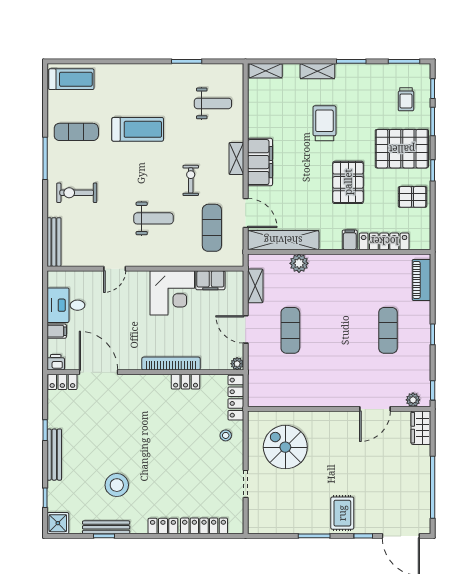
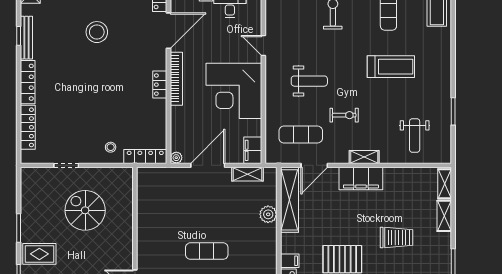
shelving: (317, 71) -> (444, 216), moved
treadmill: (138, 129) -> (391, 67), turned -90
weight bench: (153, 218) -> (309, 81), turned -90
filing cabinet: (210, 280) -> (253, 150), moved
corner desk: (172, 293) -> (234, 91), width x1.36, depth x1.36
door: (246, 329) -> (208, 165), width x1.36
exercise mat: (290, 330) -> (207, 251), moved
bookcase: (171, 364) -> (176, 79), moved
locker: (186, 382) -> (160, 85), moved
spiral stairs: (285, 447) -> (85, 210), moved, turned -90
stool: (117, 485) -> (97, 32), moved
locker: (163, 526) -> (28, 82), width x1.53

